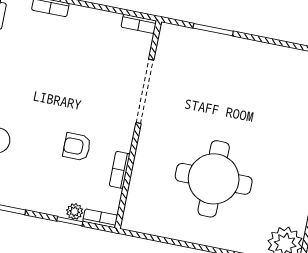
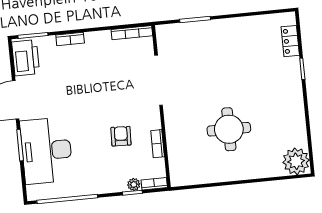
bookcase: (139, 24) -> (132, 33), width x1.56
armchair: (77, 147) -> (121, 136), turned 92
round table: (214, 179) -> (229, 129), width x0.73, depth x0.73

